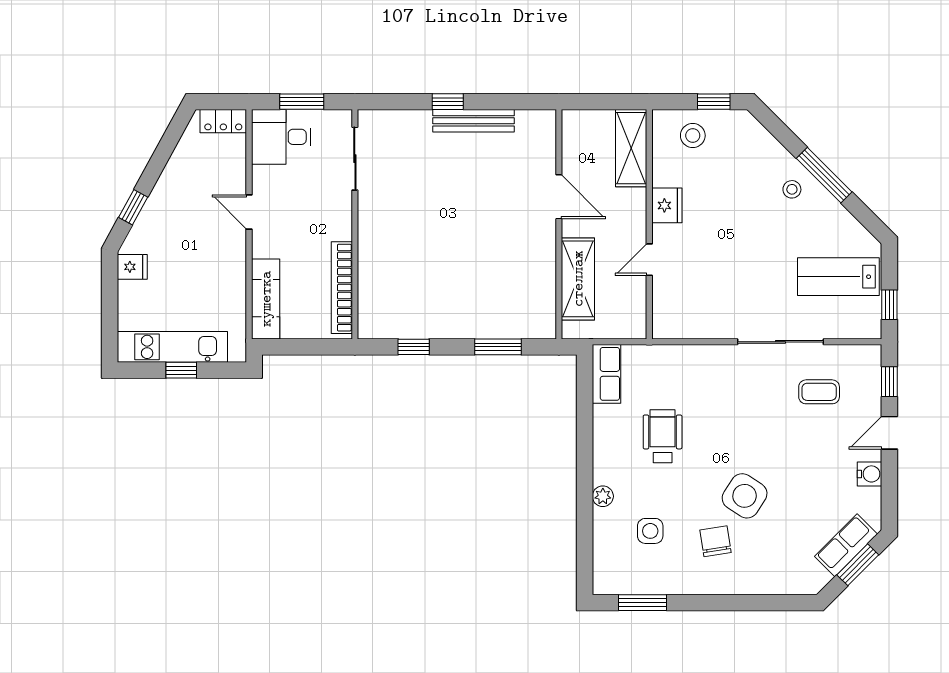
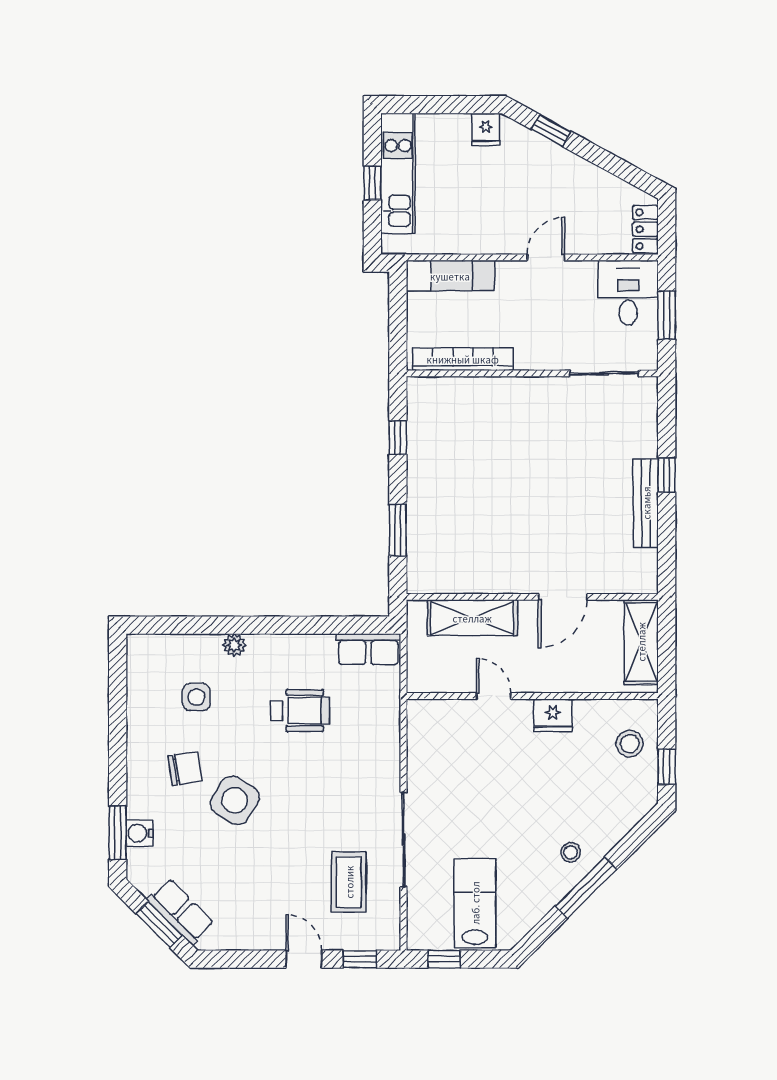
shelving: (631, 148) -> (641, 642), moved, turned 90
coffee table: (819, 392) -> (349, 882), width x1.36, depth x1.30
water cooler: (870, 474) -> (139, 833), moved, turned 90
window: (642, 603) -> (118, 833), moved

